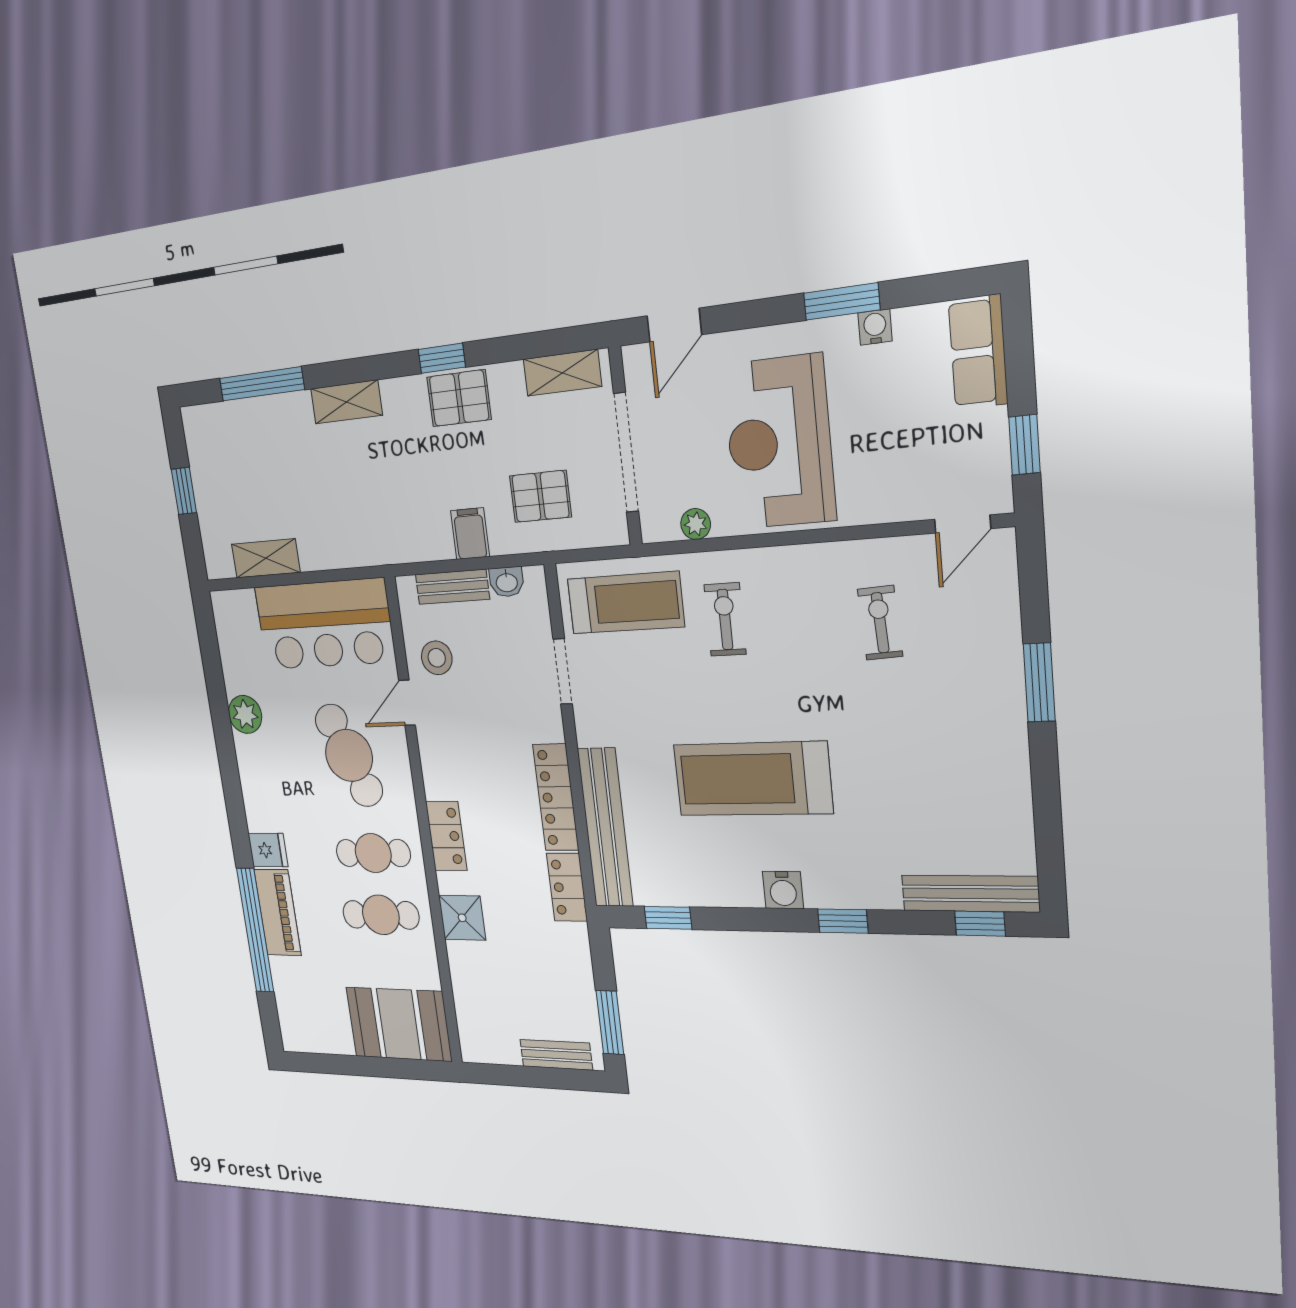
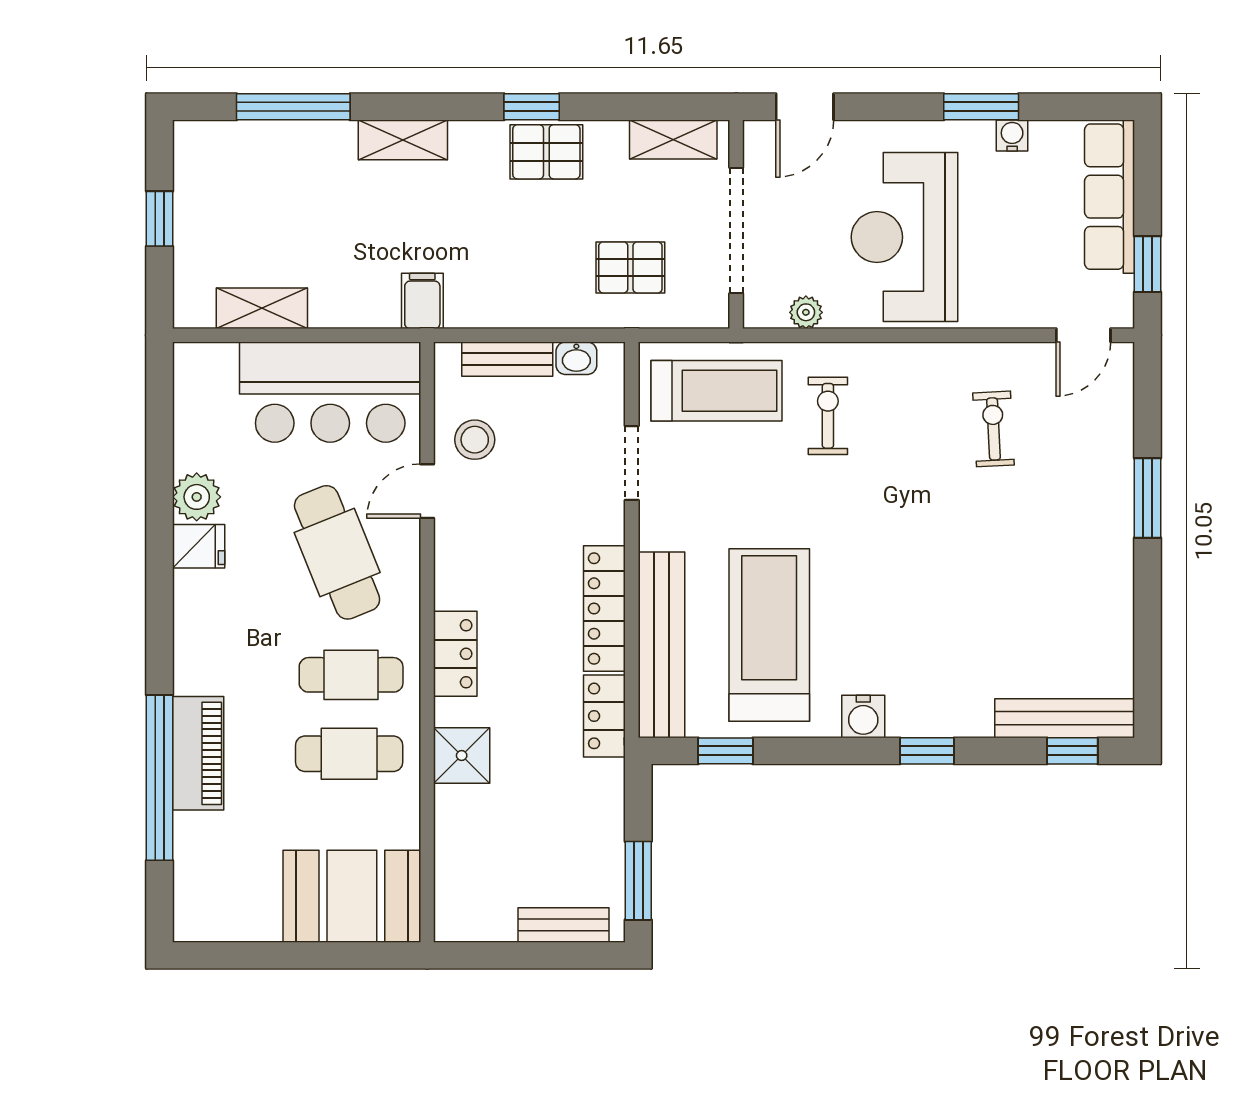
row of seats: (978, 352) -> (1110, 197), width x1.48
filing cabinet: (470, 534) -> (422, 301), moved
treadmill: (752, 779) -> (769, 635), moved, turned 90
fridge: (268, 850) -> (199, 546), moved

